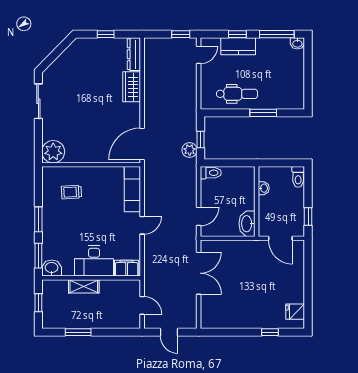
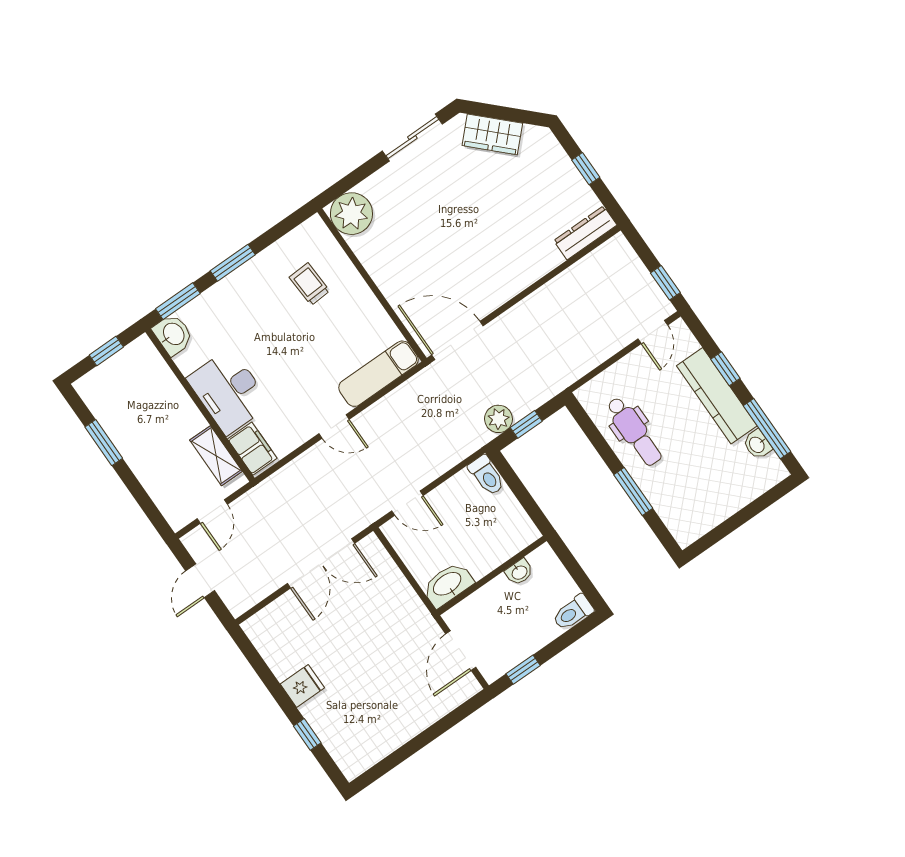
washbasin: (297, 43) -> (757, 444), moved
kitchen counter: (238, 46) -> (717, 396), width x1.50
door: (199, 55) -> (653, 332), hinge flipped
wardrobe: (132, 87) -> (492, 134), moved, turned -136
shelving: (84, 286) -> (216, 456), moved
fridge: (295, 312) -> (302, 686), moved, turned 90

